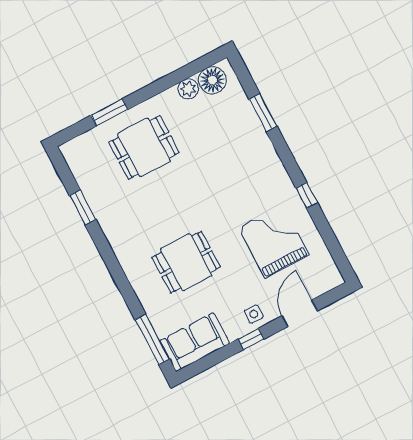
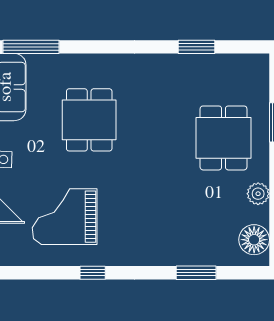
plant: (188, 89) -> (258, 194), moved
grand piano: (274, 241) -> (65, 217), turned 180

